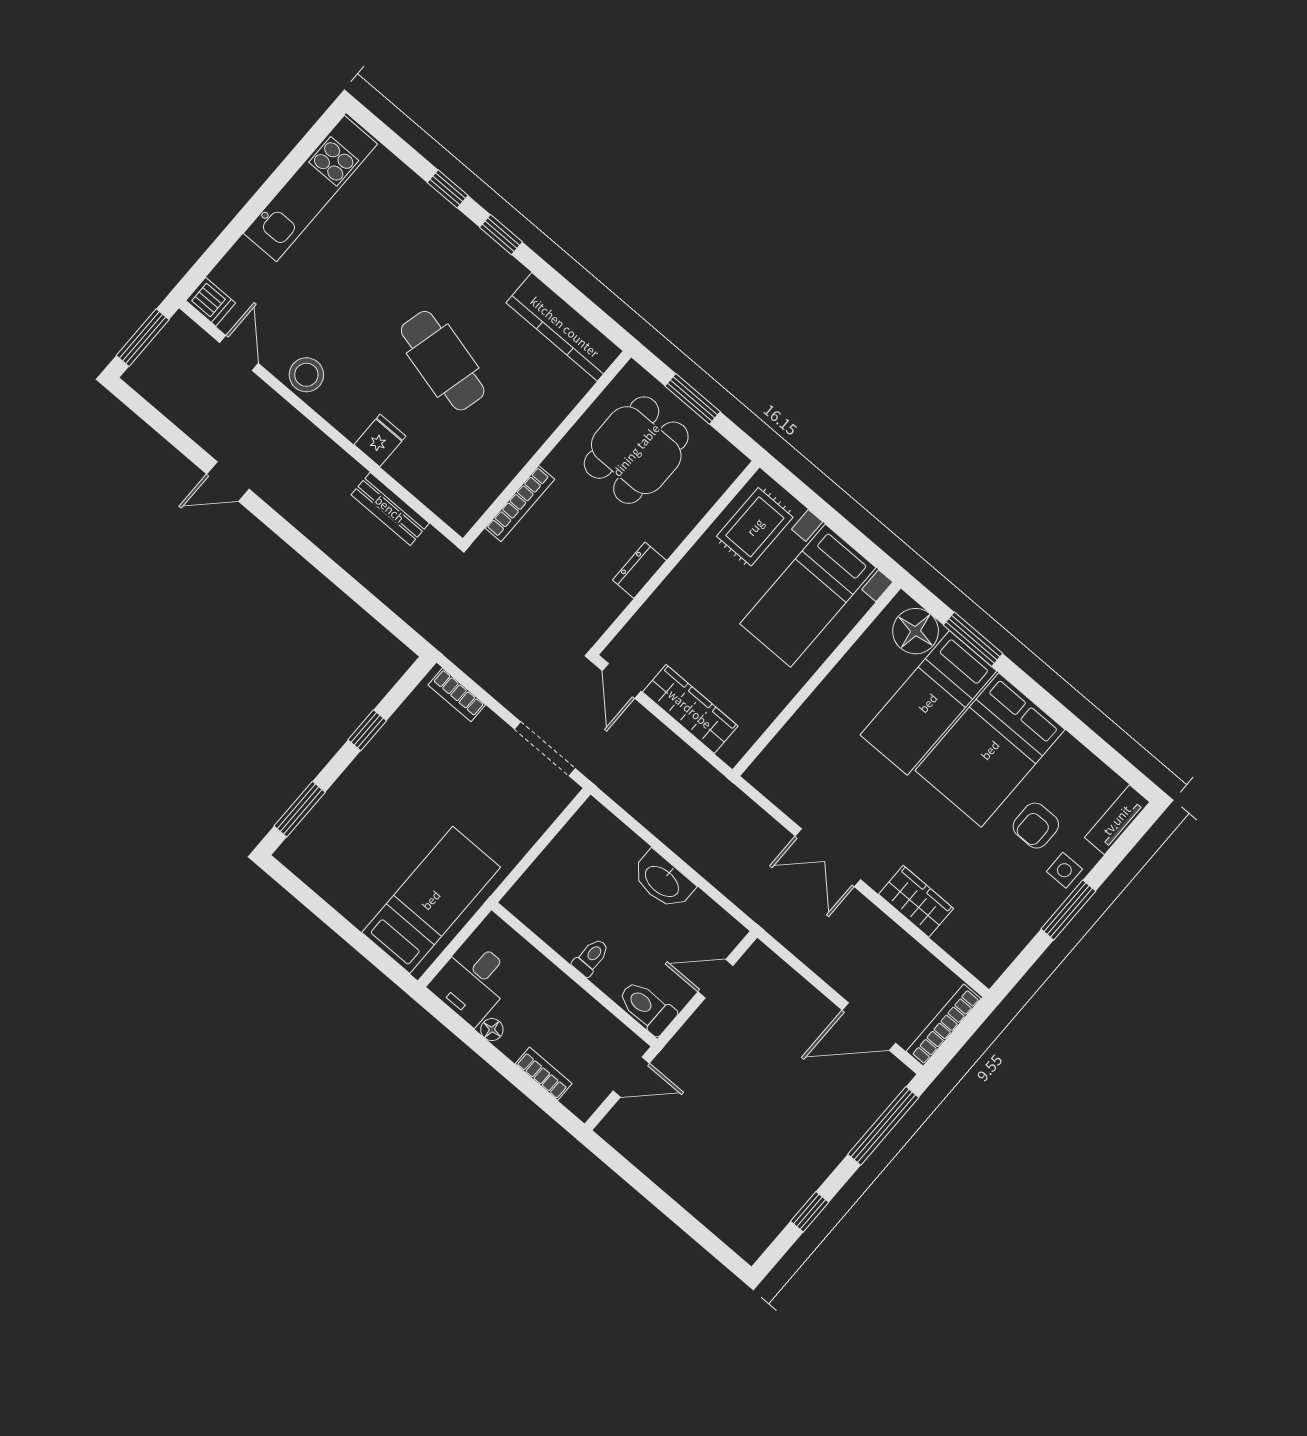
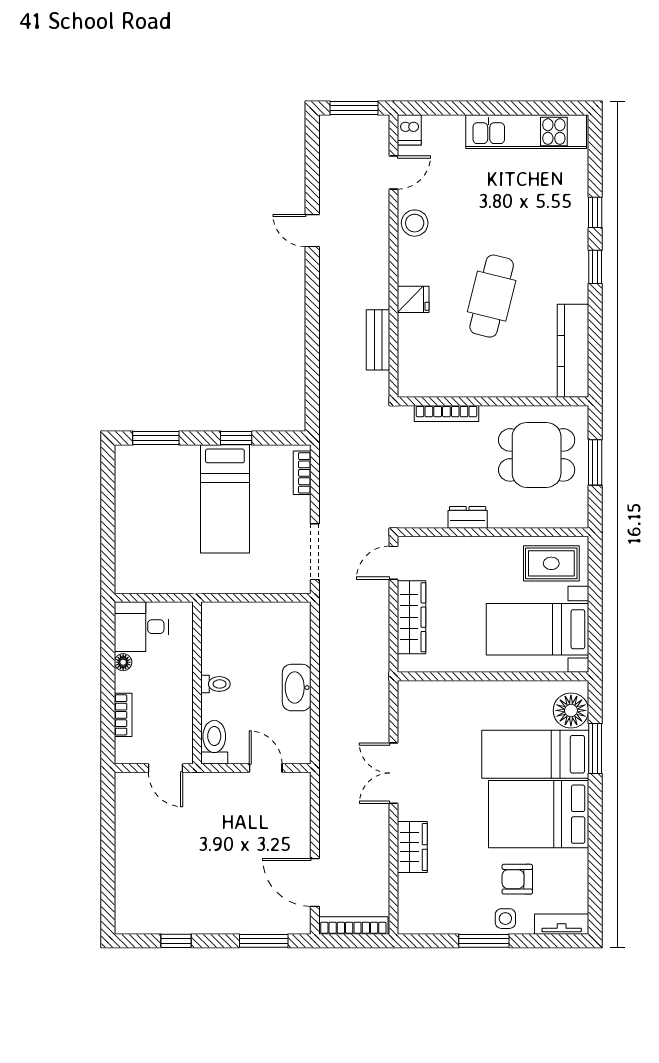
bed: (431, 900) -> (225, 499), moved, turned 90
window: (883, 1126) -> (264, 941), width x0.69

